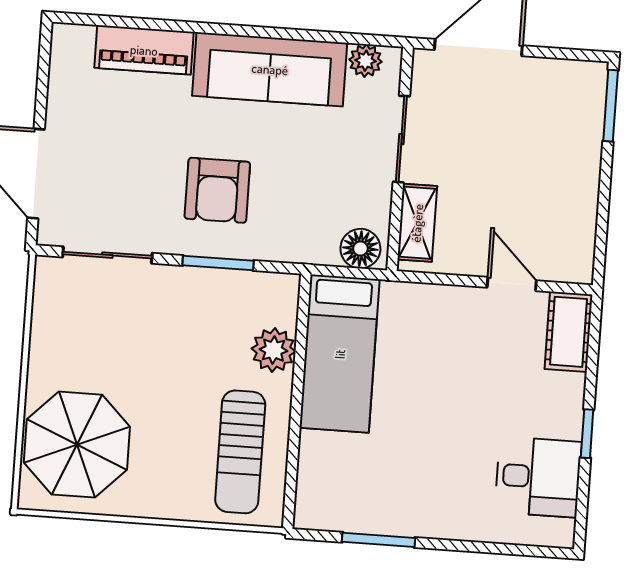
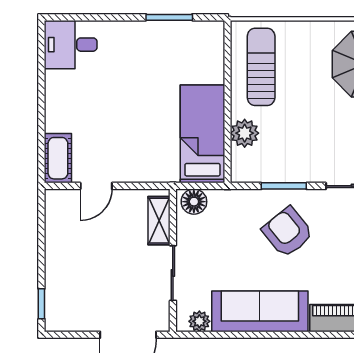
window: (611, 106) -> (41, 304), width x0.67
armchair: (217, 190) -> (288, 232), turned -39
door: (512, 284) -> (96, 186), hinge flipped
window: (587, 434) -> (41, 94), removed
desk: (538, 477) -> (71, 45), moved

